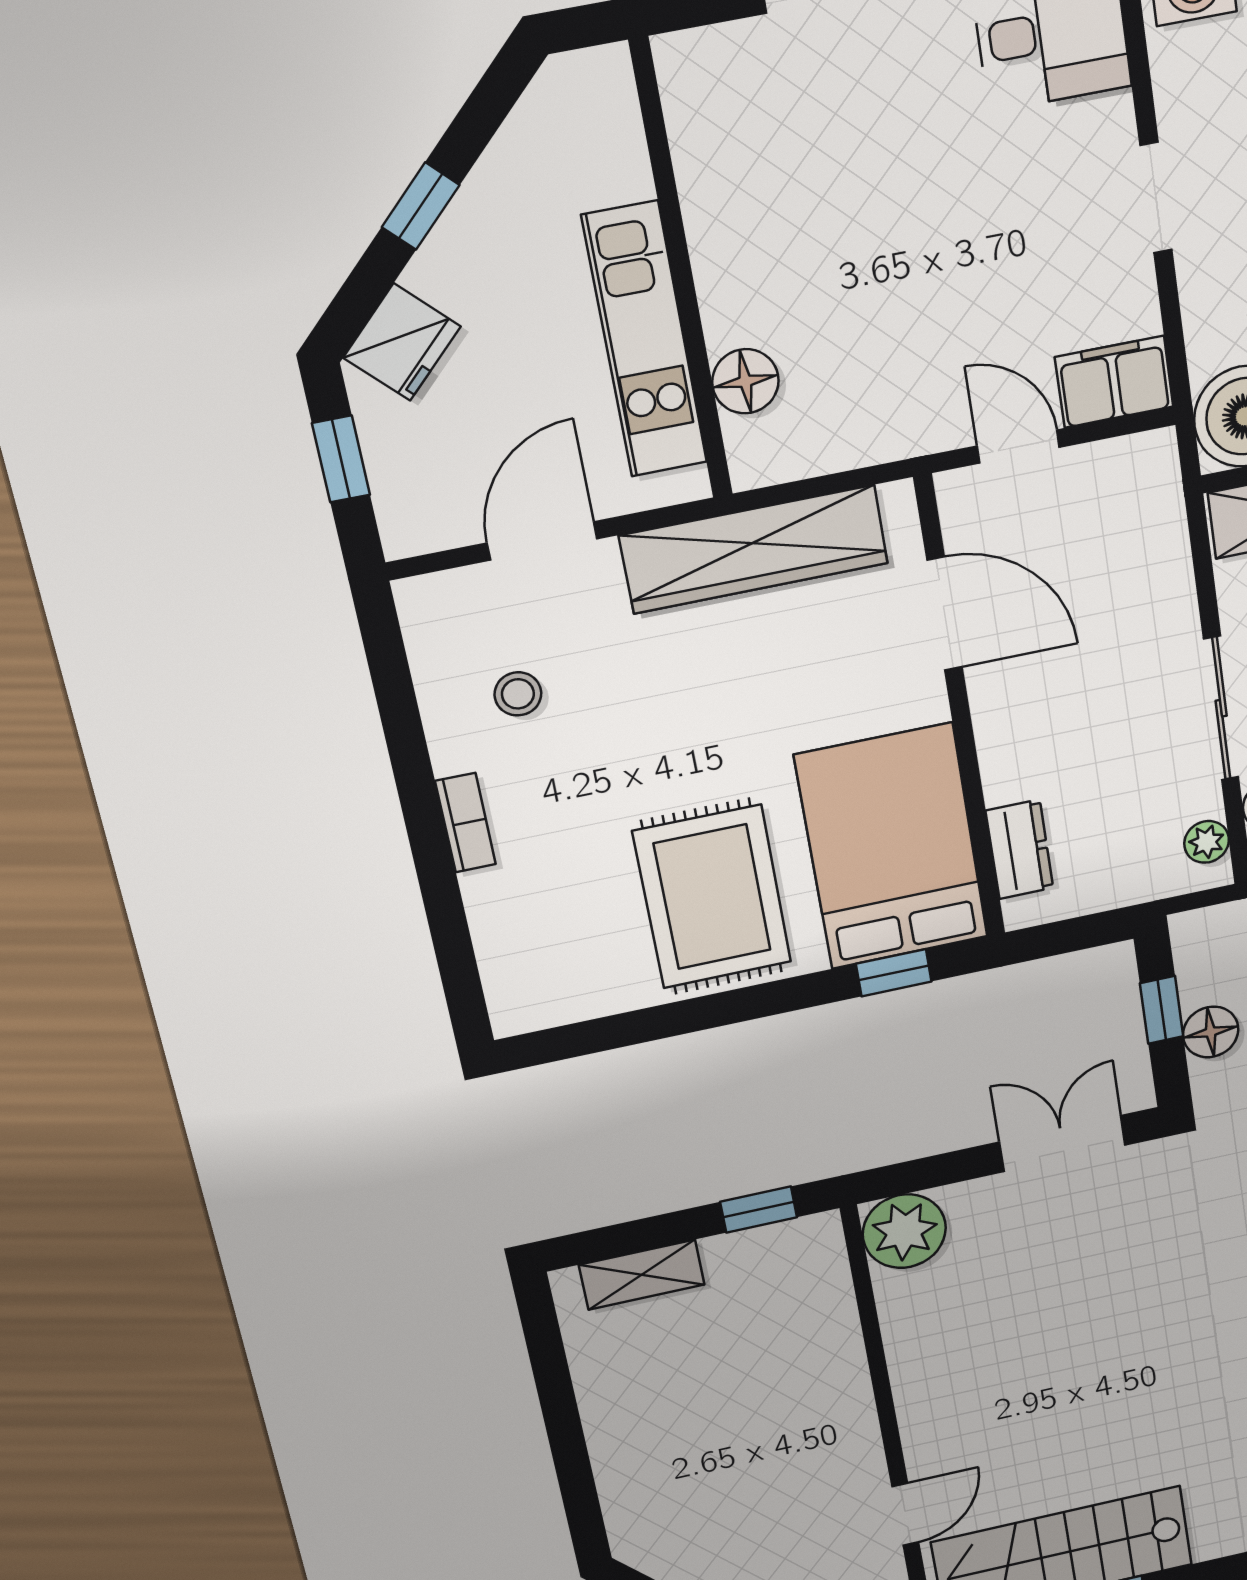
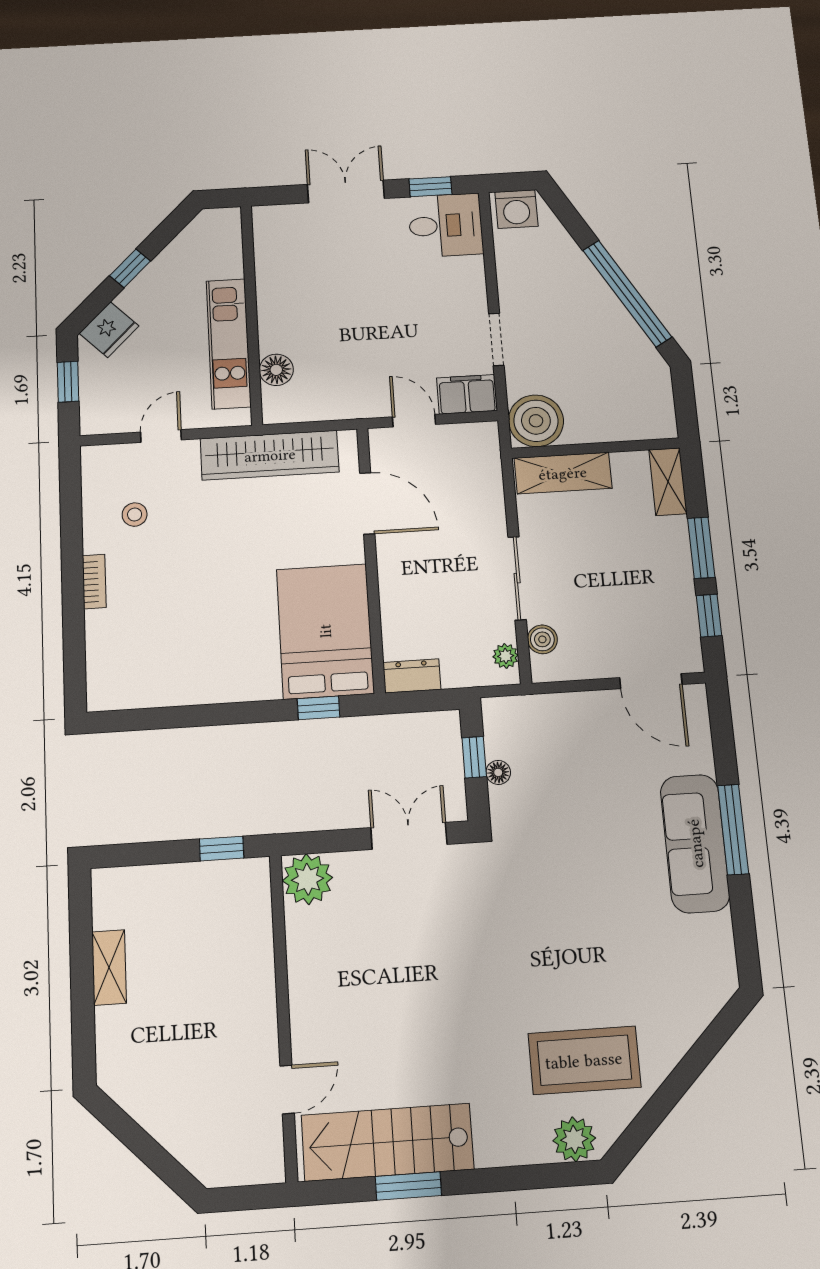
doorway: (1156, 198) -> (496, 339), moved
door: (542, 541) -> (161, 436), width x0.73
dresser: (1019, 849) -> (412, 676), moved, turned -90
rug: (712, 897) -> (221, 645), removed
floor lamp: (1211, 1032) -> (498, 772), width x0.73, depth x0.73
shelving: (642, 1275) -> (109, 967), moved, turned 90

